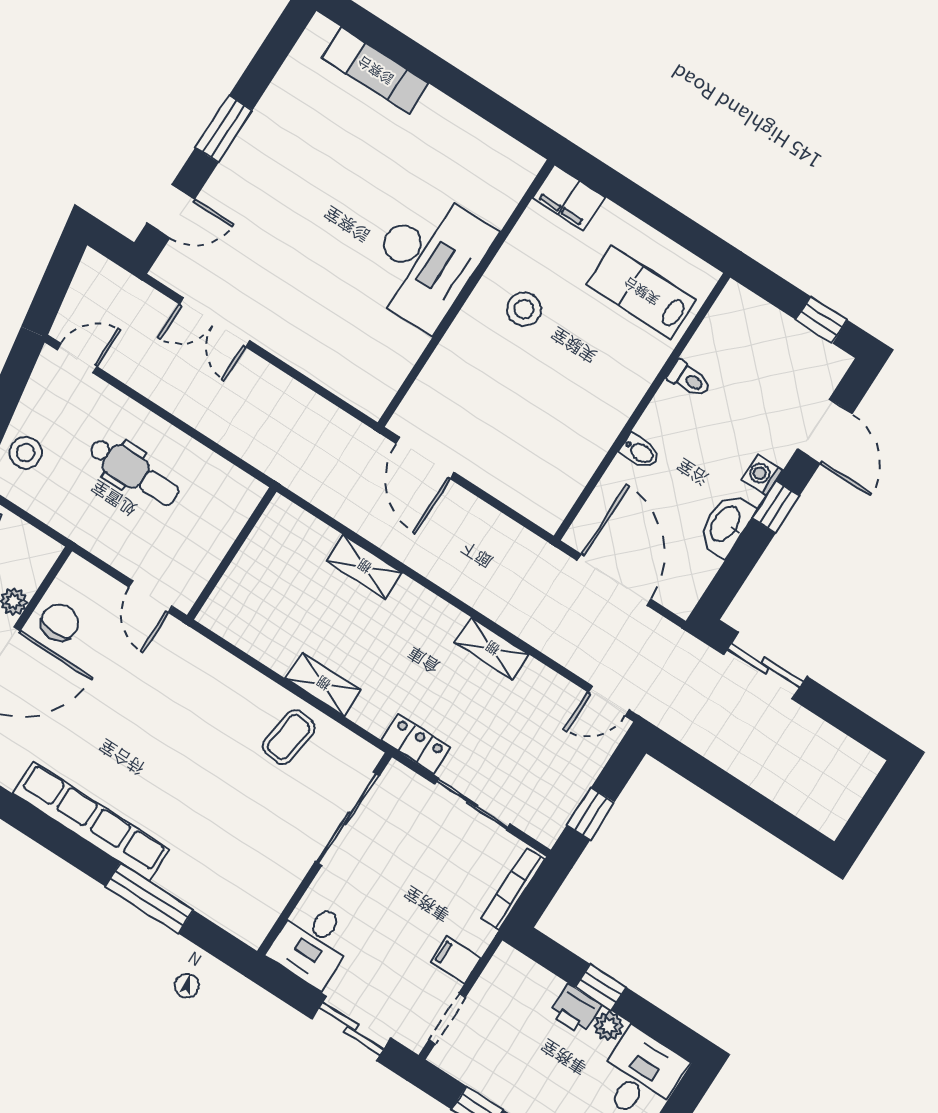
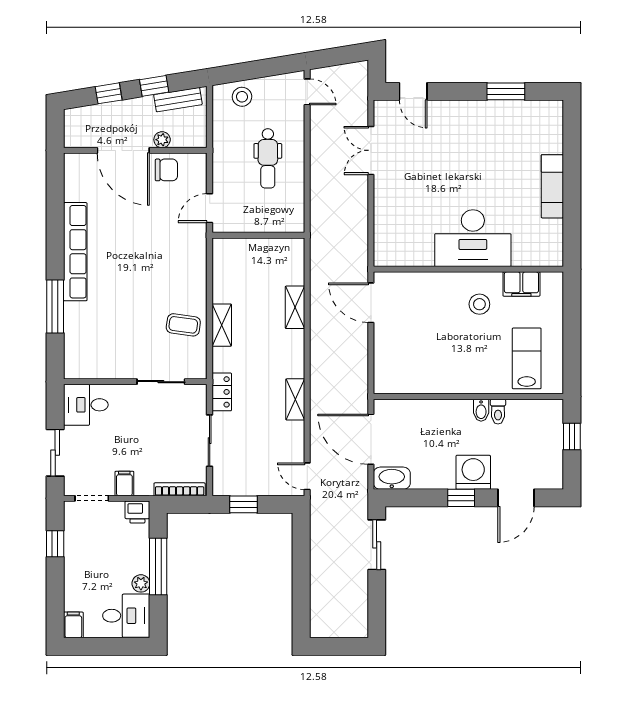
exam couch: (375, 71) -> (552, 186), moved
window: (224, 129) -> (506, 91), moved
filing cabinet: (569, 197) -> (521, 284), moved, turned -90
window: (822, 320) -> (572, 437), moved
bidet: (640, 452) -> (481, 410), moved
door: (425, 458) -> (371, 303), hinge flipped
washing machine: (762, 475) -> (473, 472), width x1.89, depth x1.89
washbasin: (726, 524) -> (392, 478), moved
door: (614, 580) -> (371, 439), swing flipped
sliding door: (347, 819) -> (161, 382), width x0.73
window: (601, 987) -> (158, 567), width x2.17
printer: (575, 1009) -> (137, 512), moved, turned -90

